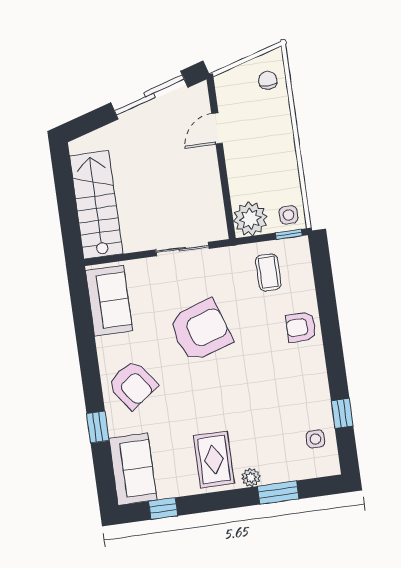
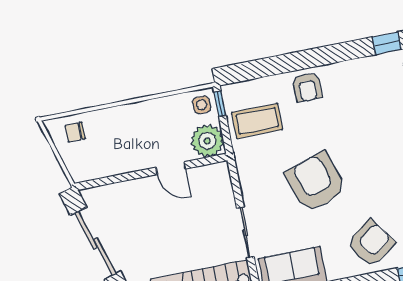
door: (217, 128) -> (171, 168), moved
sliding door: (182, 249) -> (245, 232), moved
coffee table: (268, 272) -> (257, 121), width x1.36, depth x1.30

